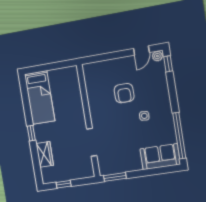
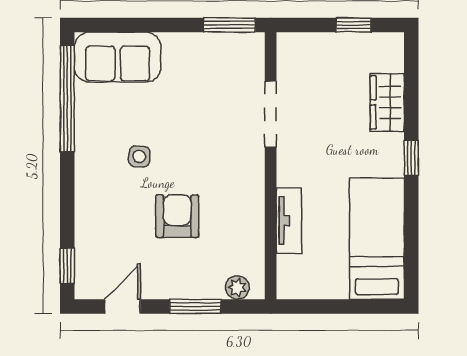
window: (110, 56) -> (195, 306), added
plant: (157, 56) -> (237, 287), moved
tv unit: (77, 99) -> (289, 220), added

